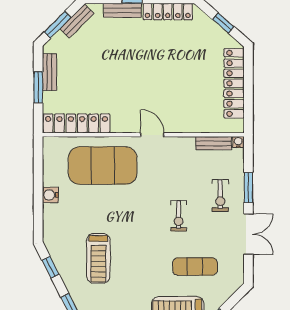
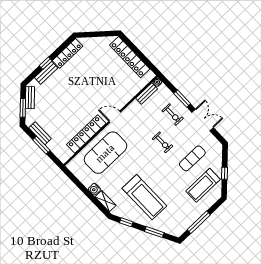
window: (223, 23) -> (98, 34), removed
locker: (77, 123) -> (86, 134), moved
shelving: (50, 221) -> (105, 201), added
treadmill: (98, 258) -> (144, 197), width x1.37, depth x1.38

